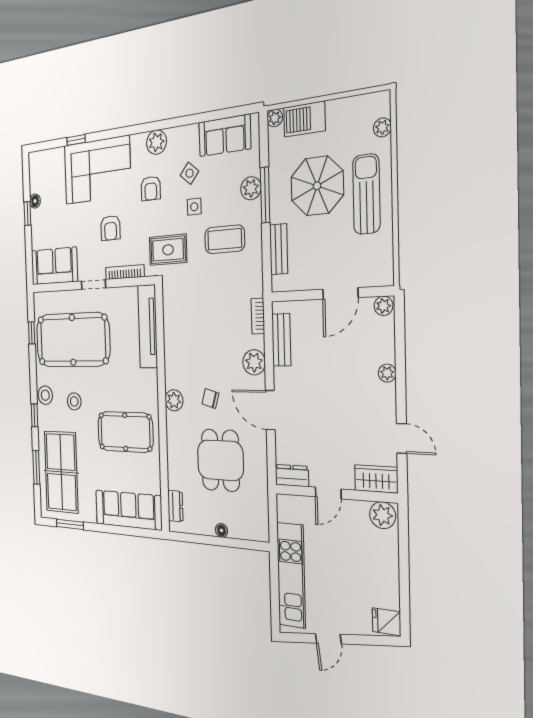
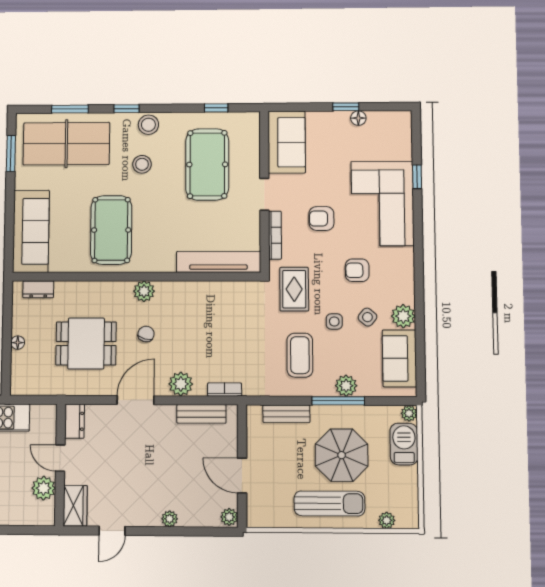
plant: (156, 142) -> (403, 316), moved
pool table: (73, 340) -> (207, 164), width x0.73, depth x0.76
plant: (383, 515) -> (44, 488), moved

